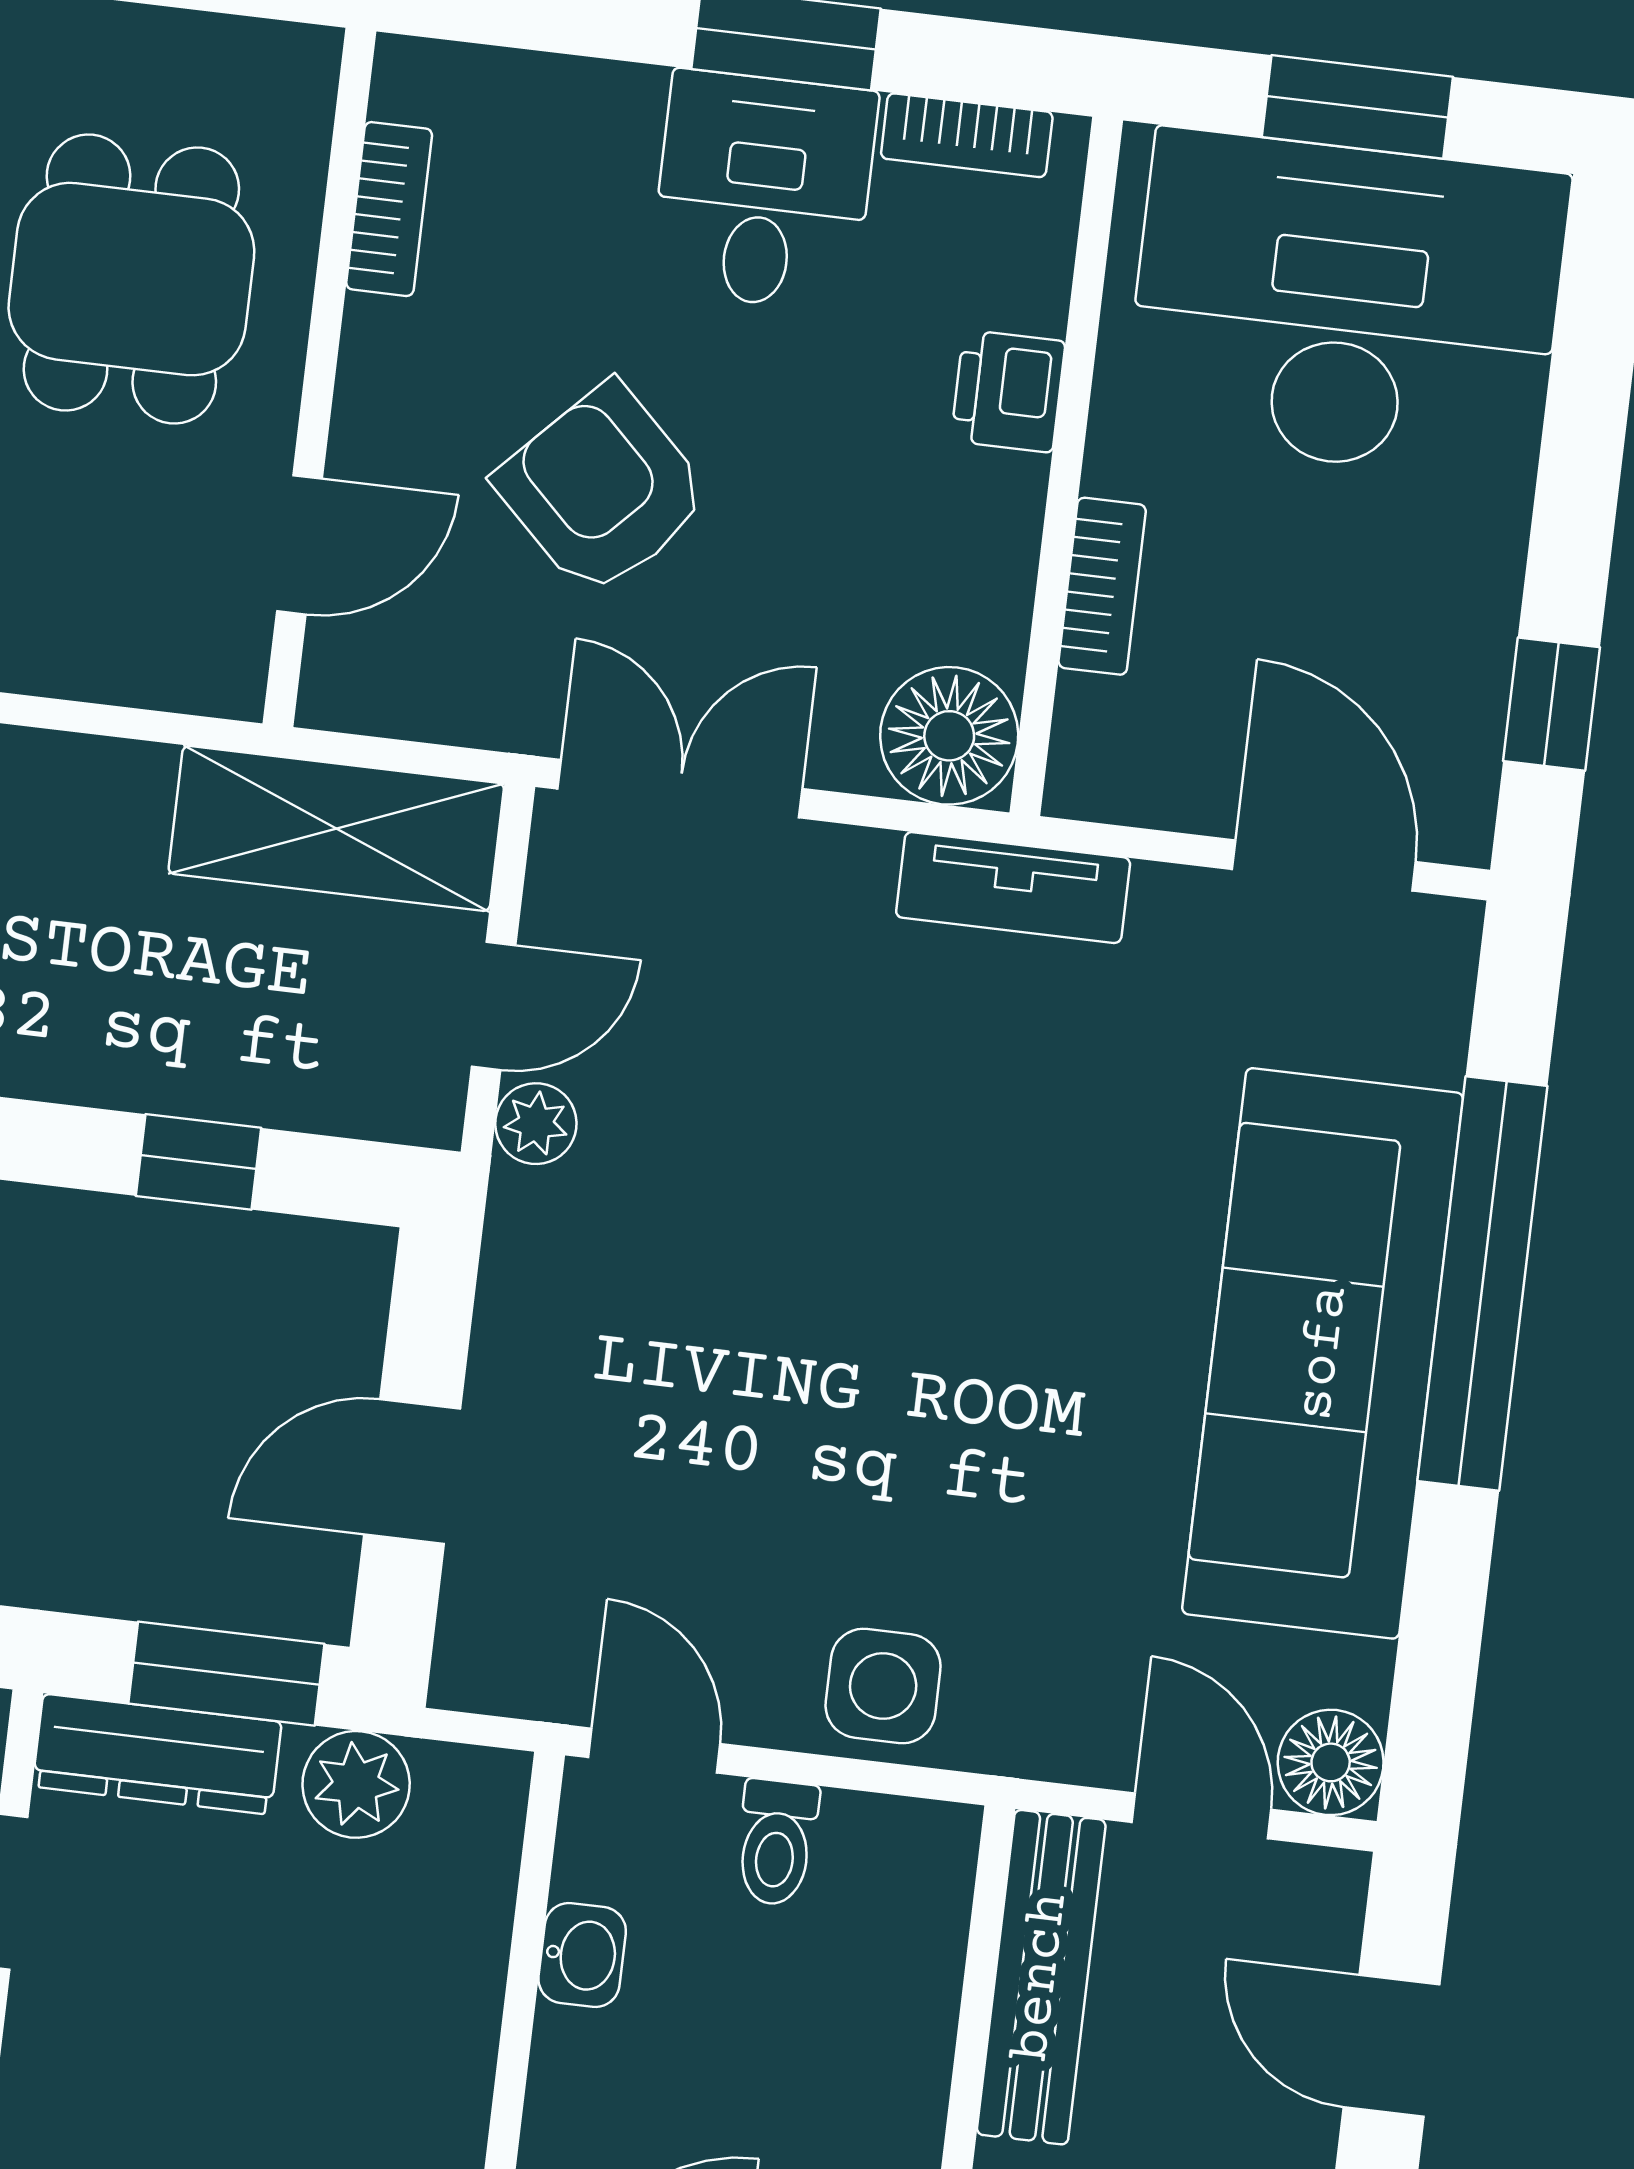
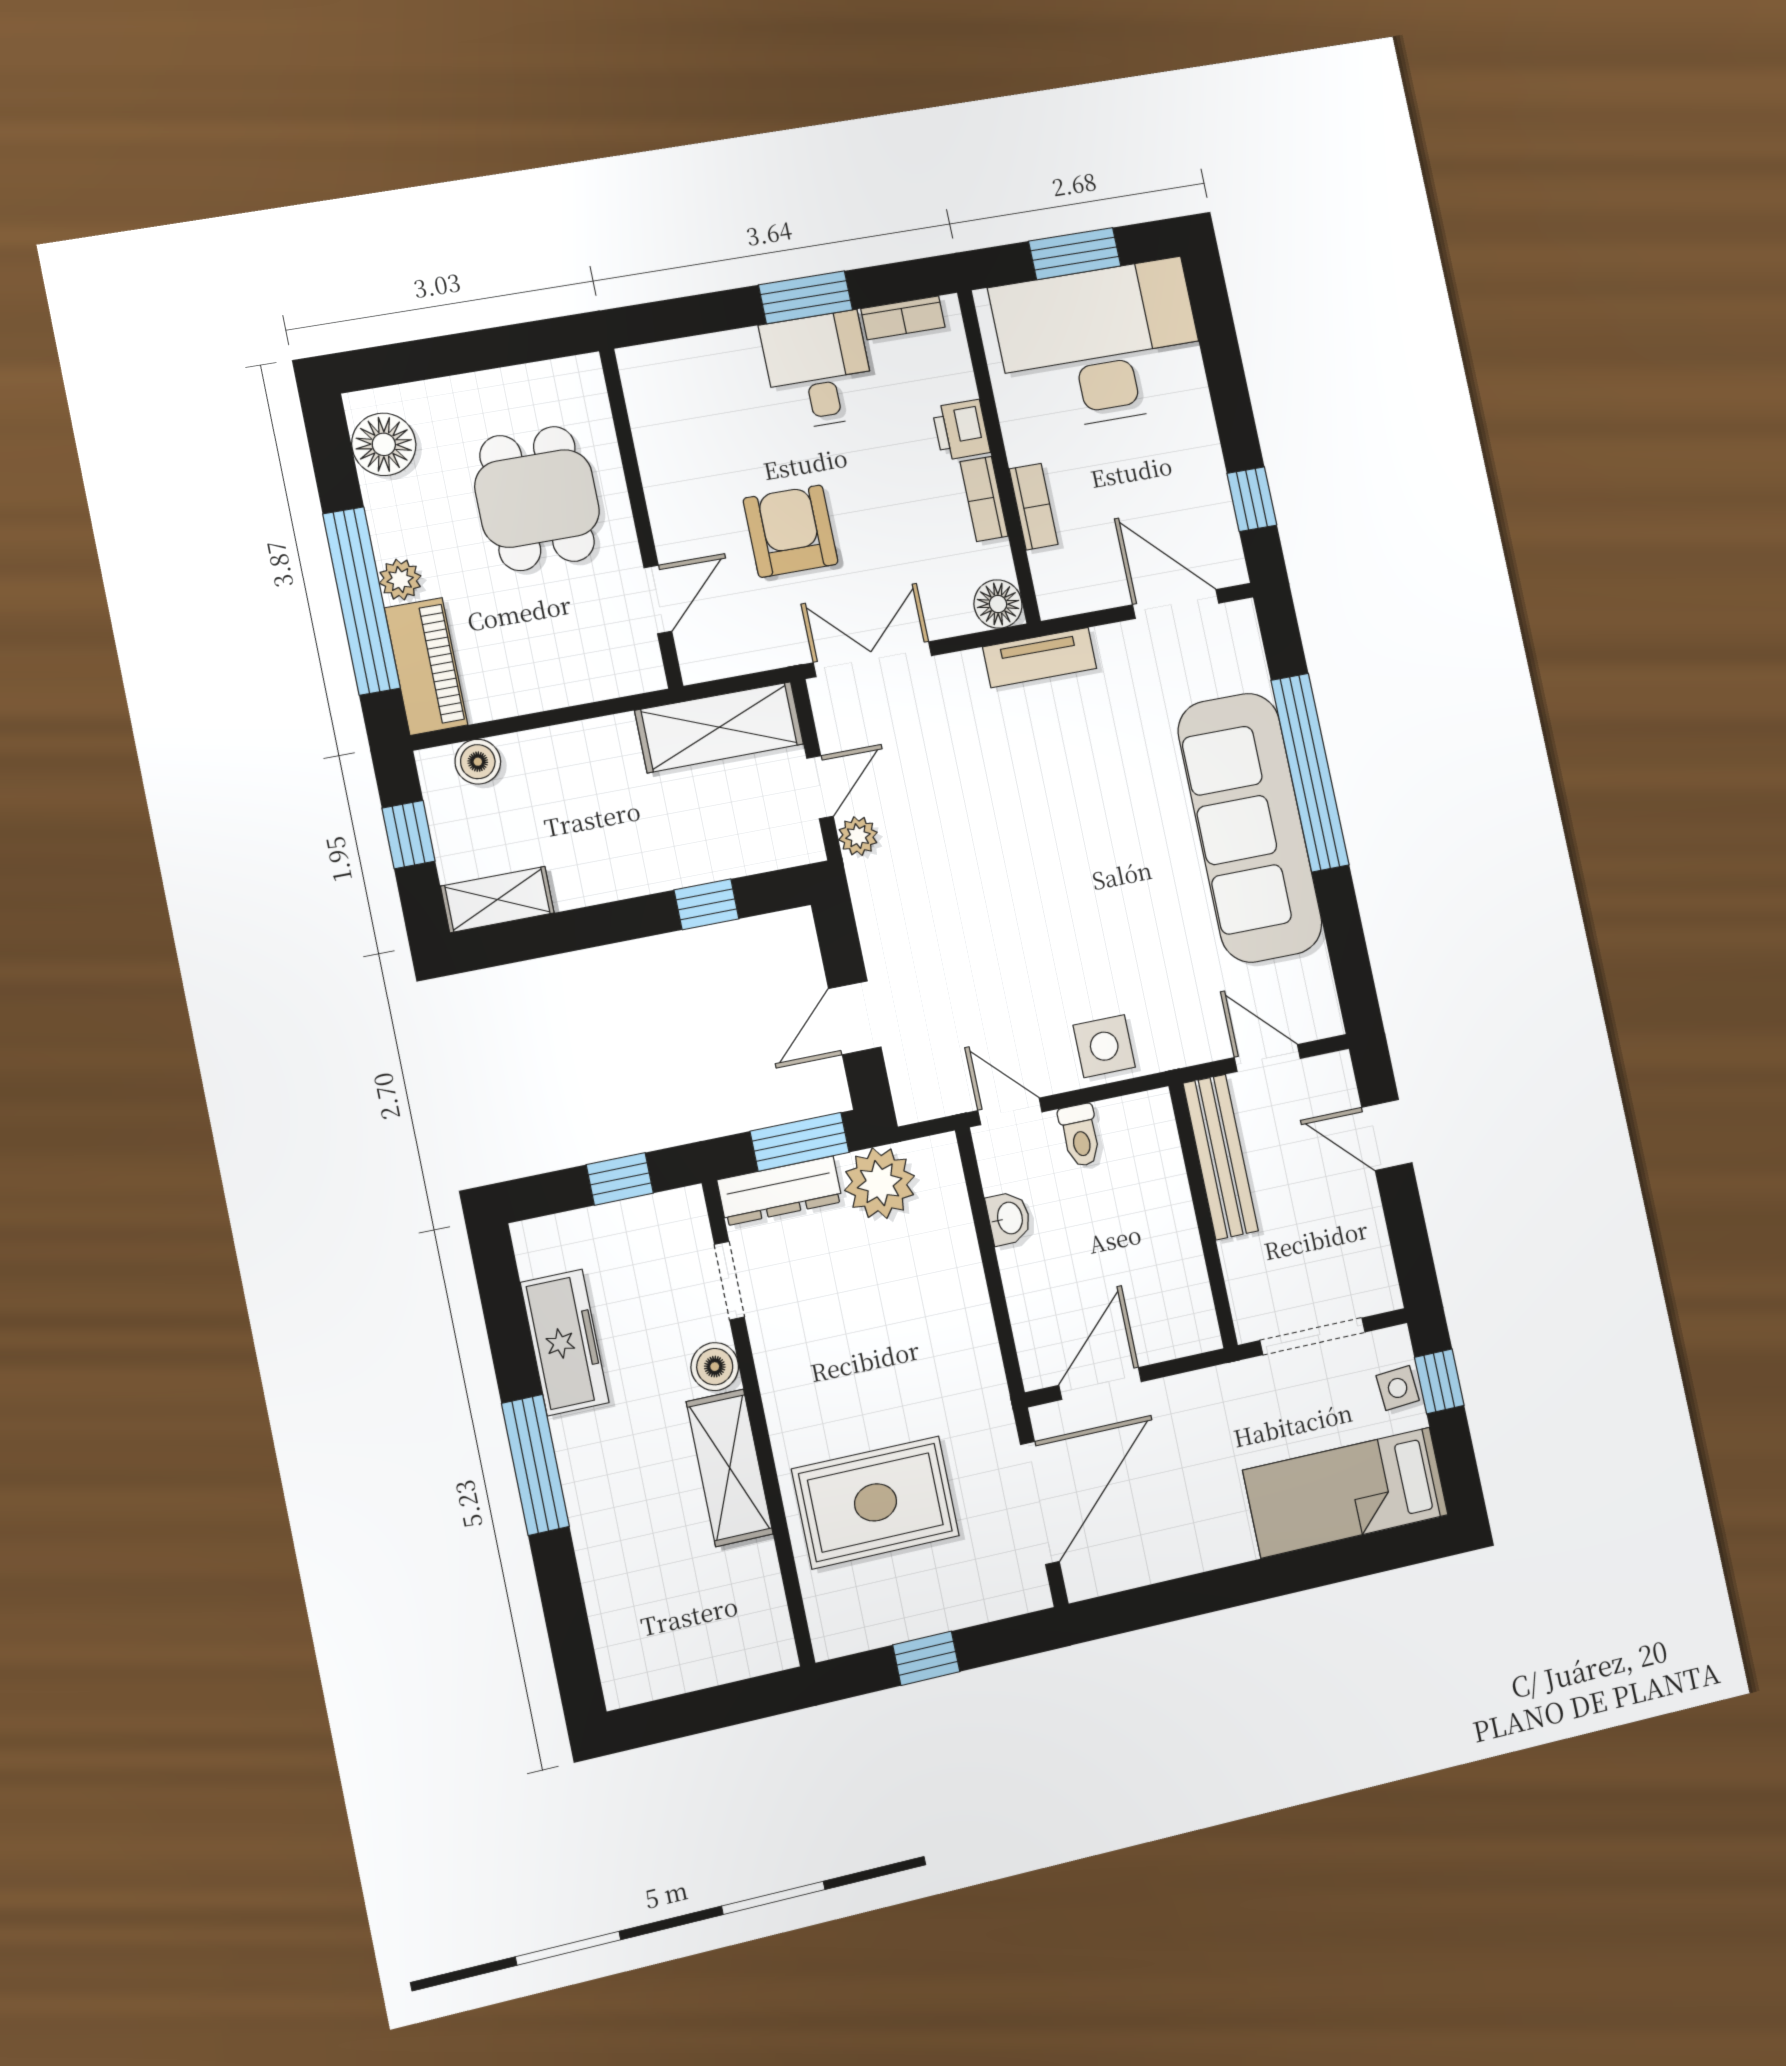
bookcase: (389, 209) -> (984, 499), moved, turned 180
armchair: (603, 490) -> (791, 531), turned 46
floor lamp: (949, 736) -> (998, 604), width x0.73, depth x0.73
floor lamp: (1331, 1762) -> (1316, 1014), removed
plant: (356, 1784) -> (880, 1183), width x1.36, depth x1.36

